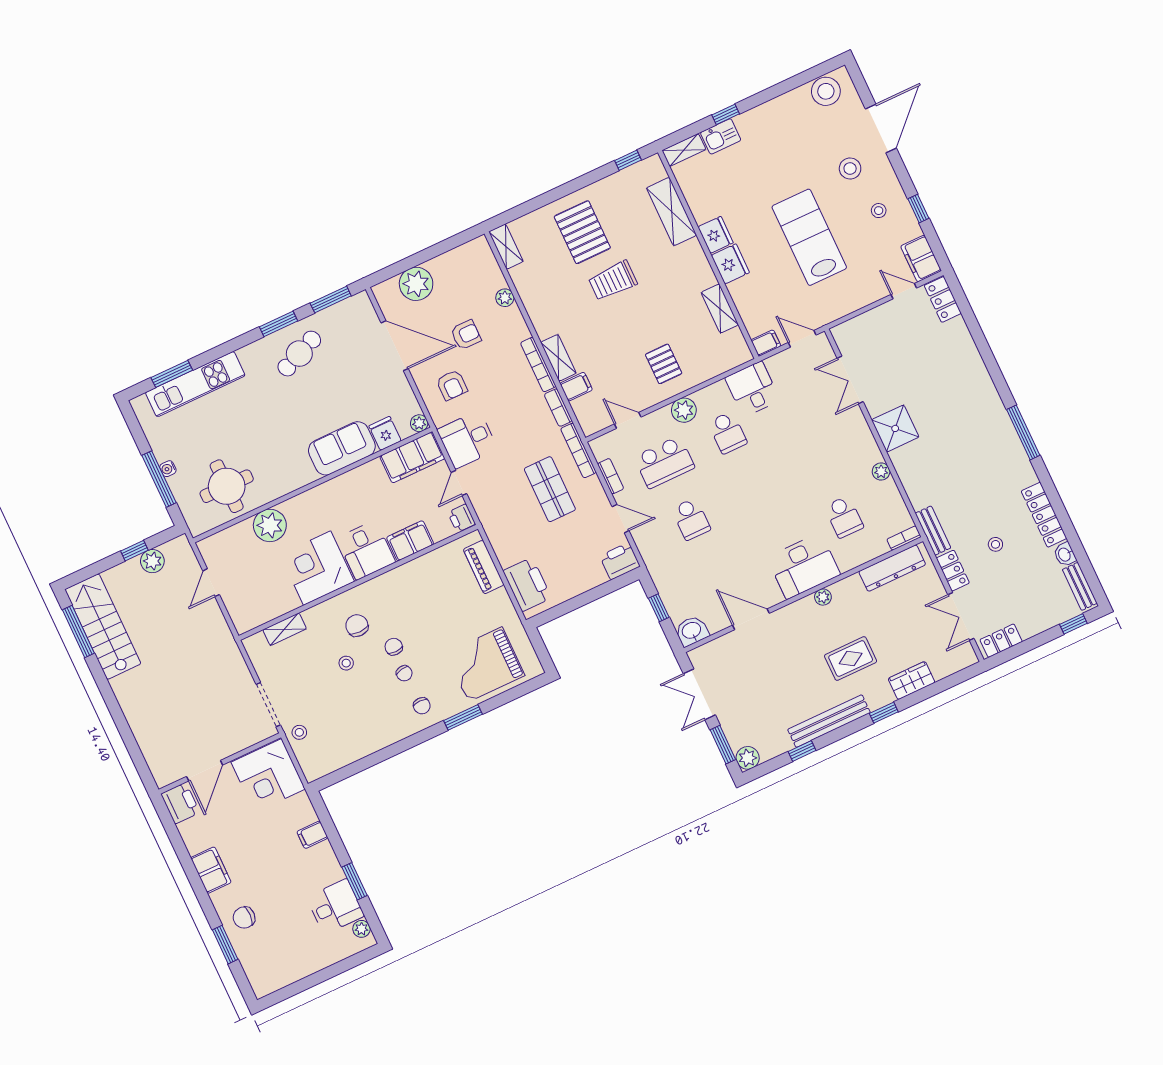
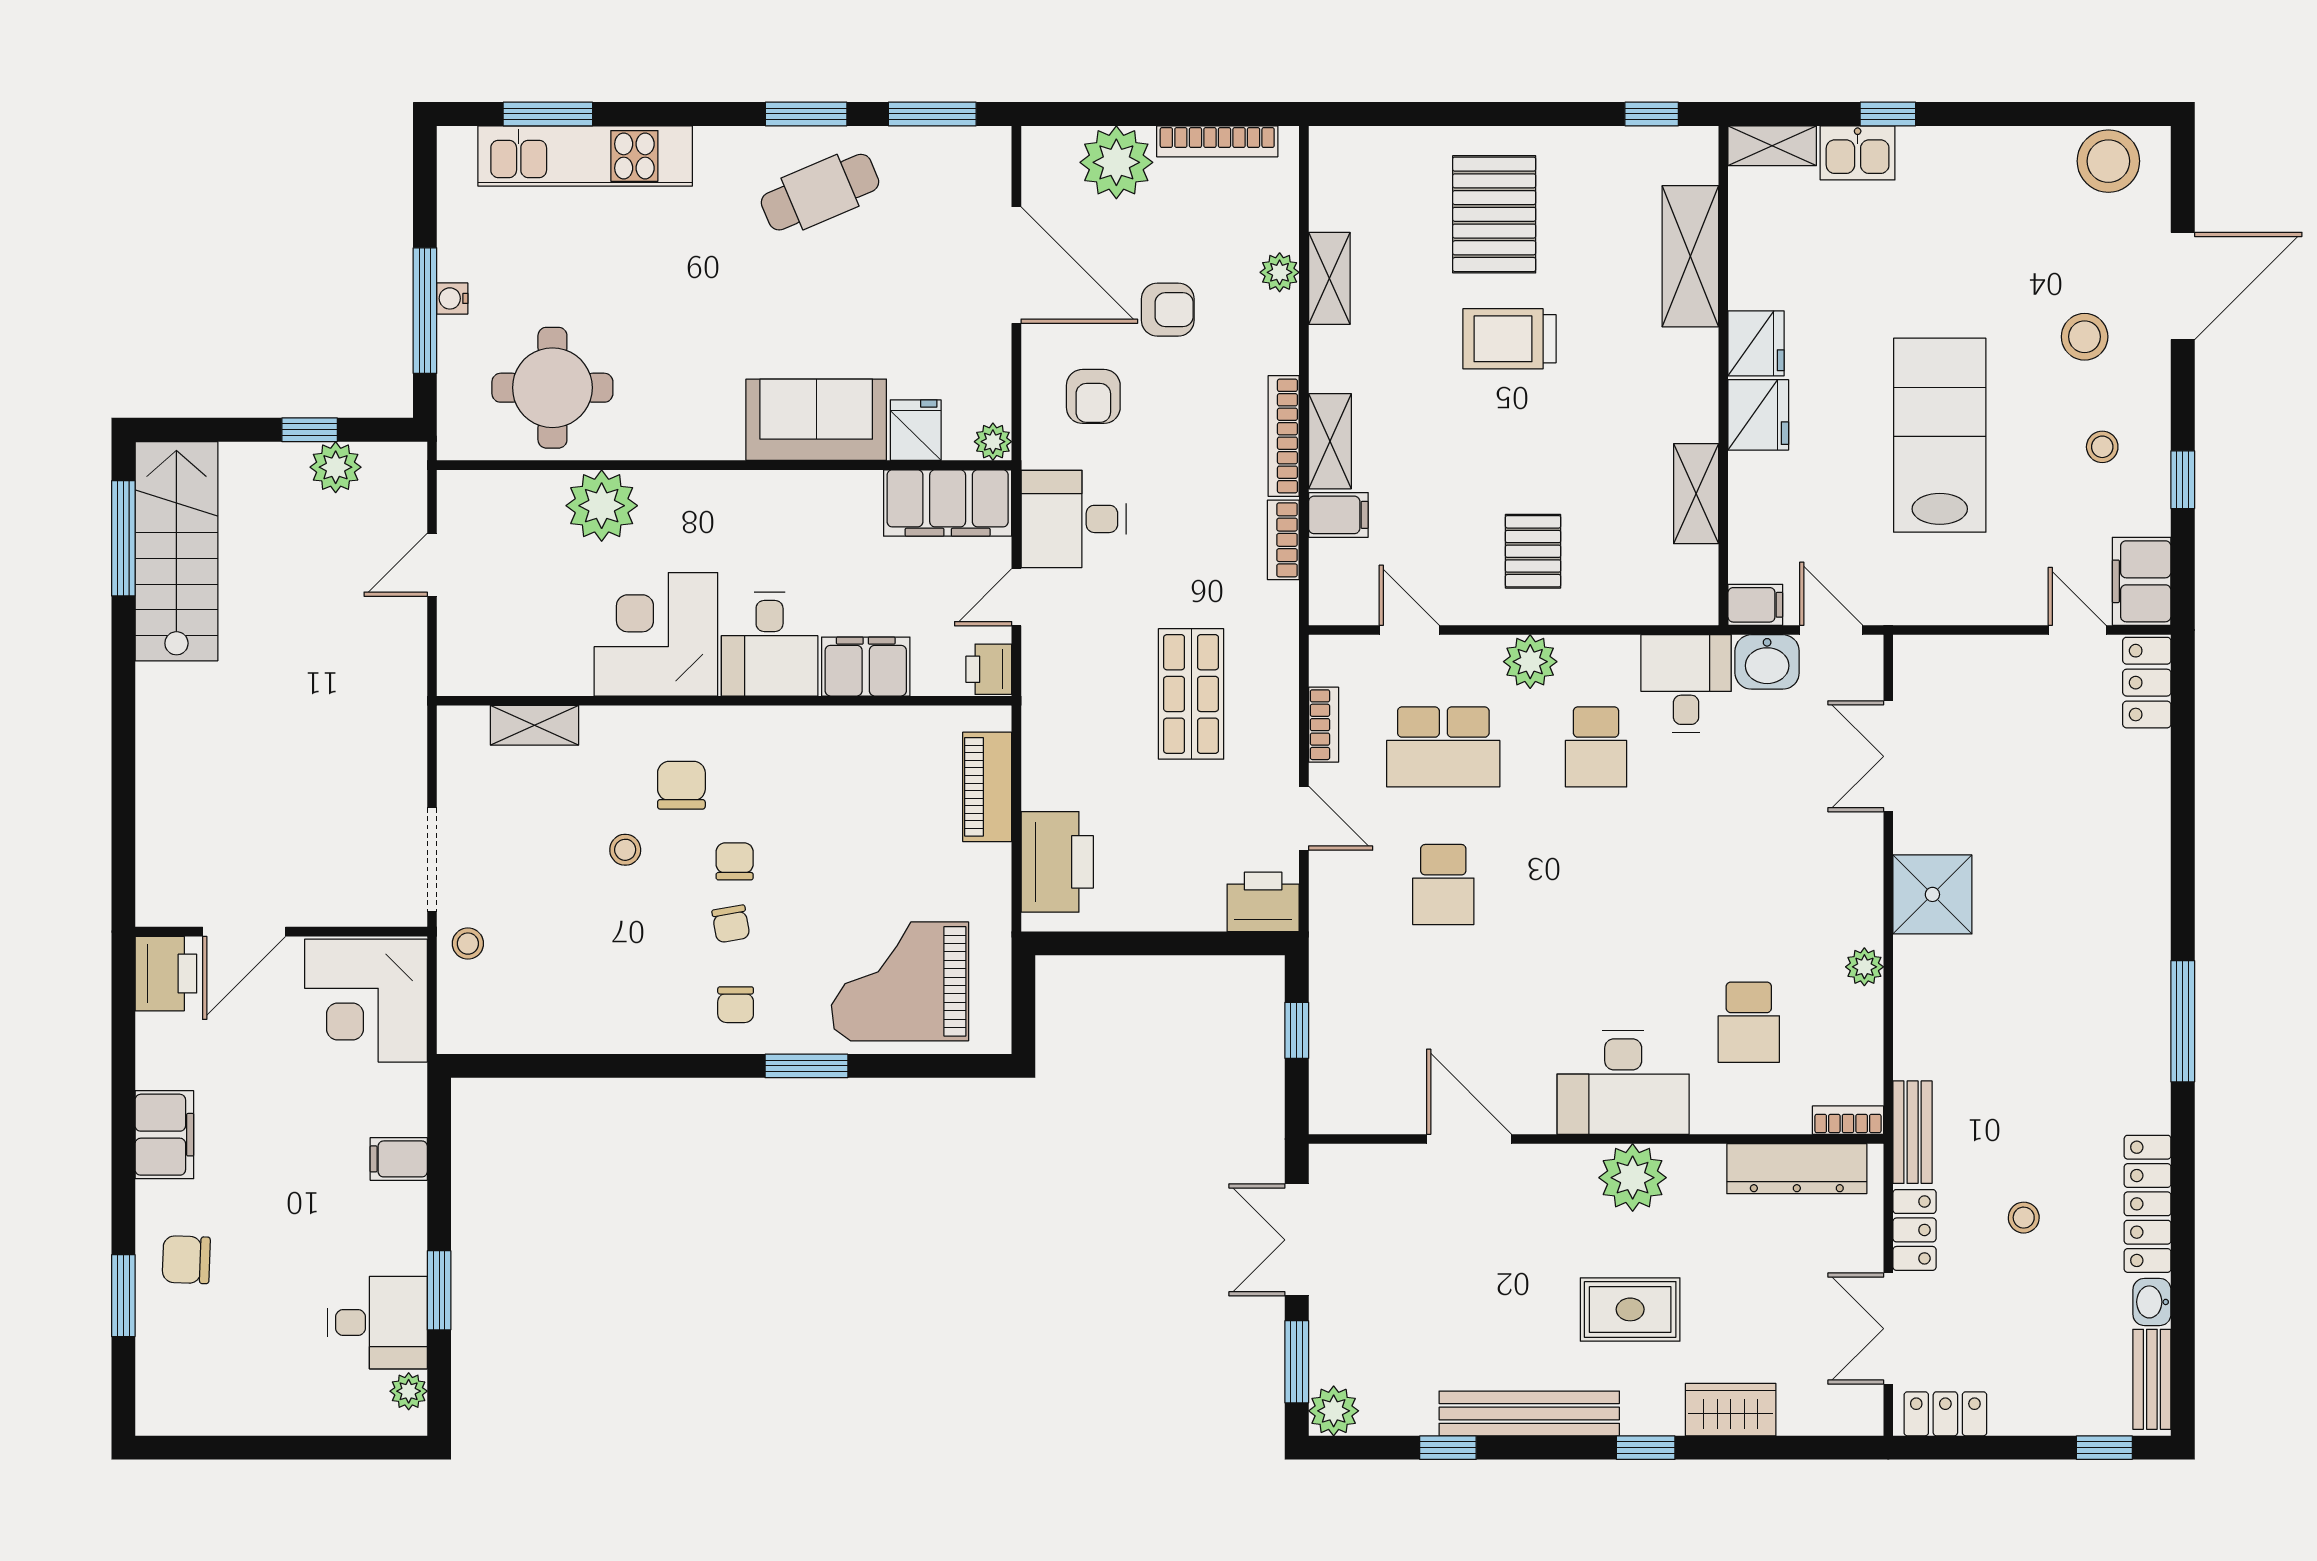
shelving: (506, 247) -> (1329, 278), moved
bookcase: (578, 451) -> (1217, 141), moved, turned -90
plant: (823, 597) -> (1633, 1178), width x1.87, depth x1.87
washbasin: (692, 631) -> (1767, 662), moved, turned 180

